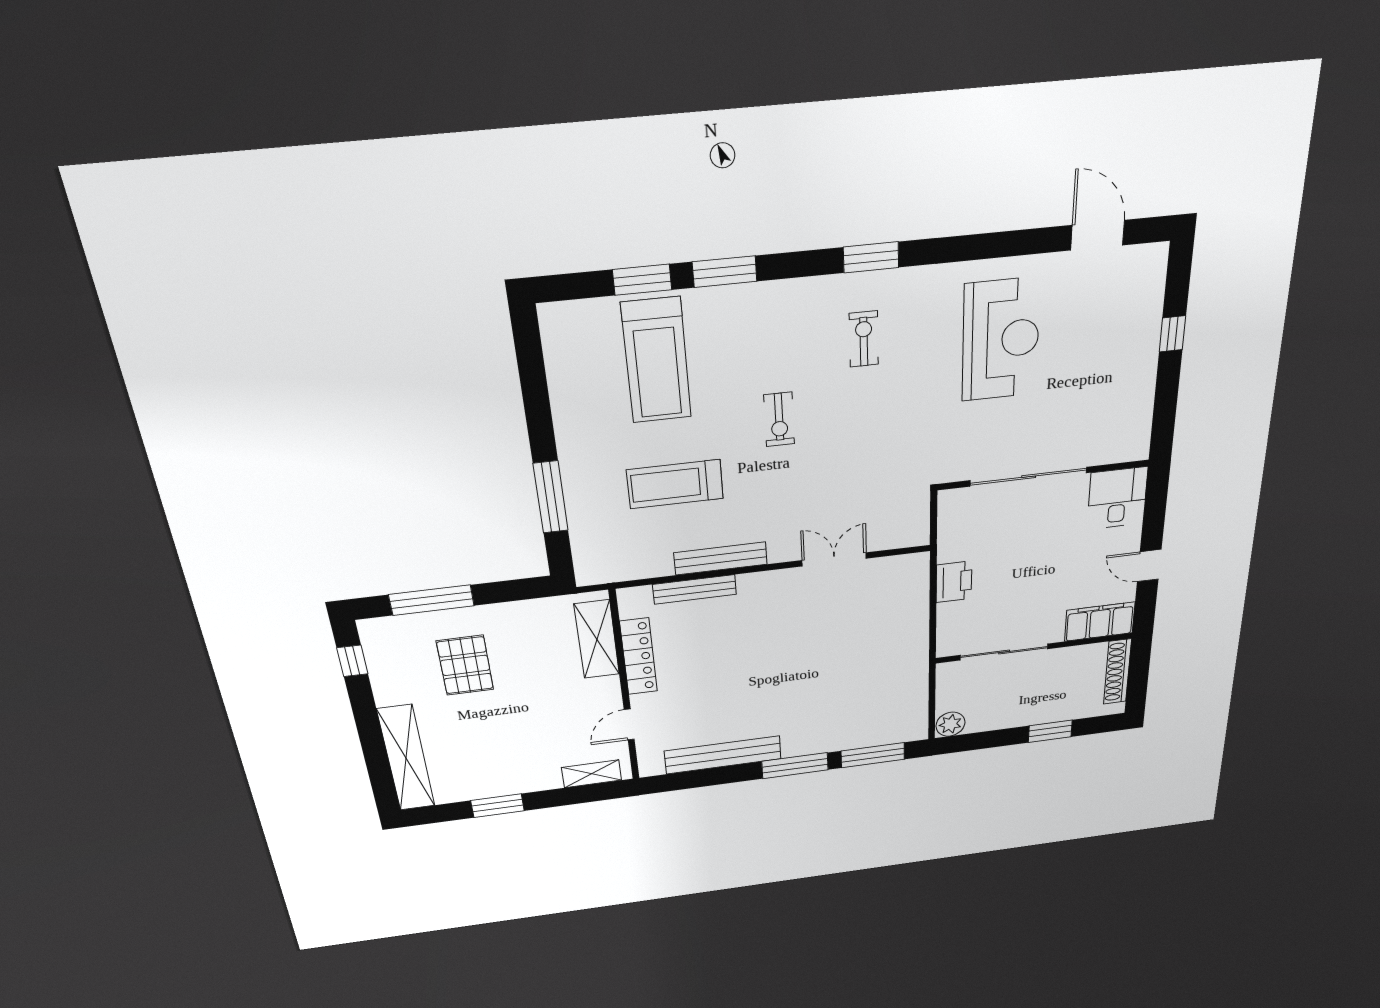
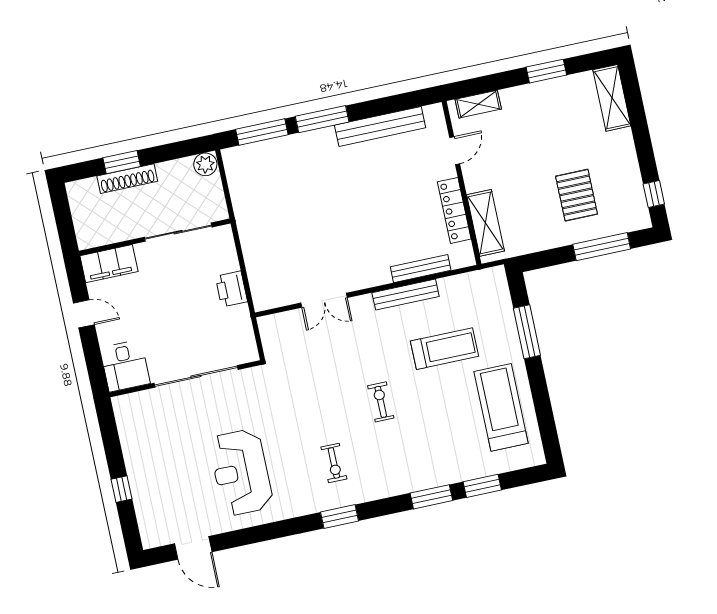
treadmill: (656, 361) -> (501, 407), moved
shoe rack: (1117, 672) -> (127, 179), moved, turned 90
shelving: (406, 758) -> (612, 98), width x0.68

